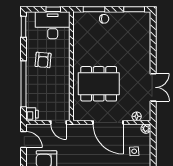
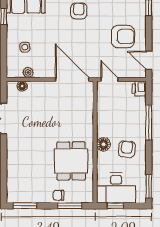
floor lamp: (64, 64) -> (103, 144), added
window: (23, 84) -> (149, 122), width x0.68
dining table: (99, 84) -> (71, 161), moved, width x0.73
door: (108, 122) -> (72, 79), moved
plant: (146, 129) -> (28, 72), moved

